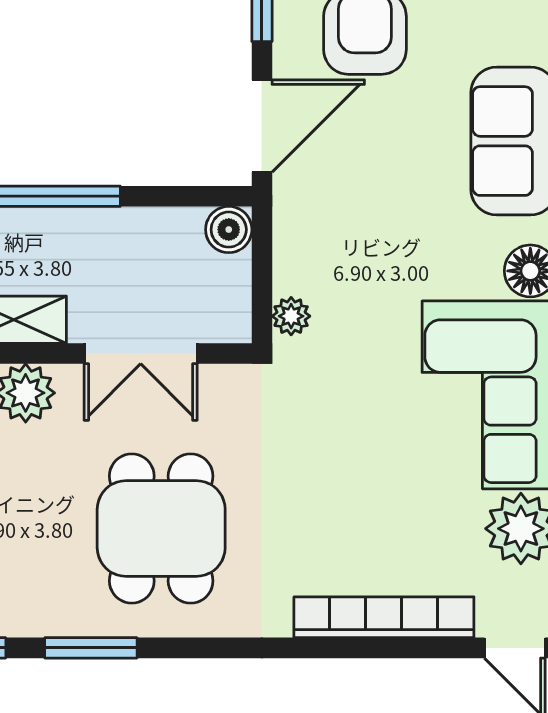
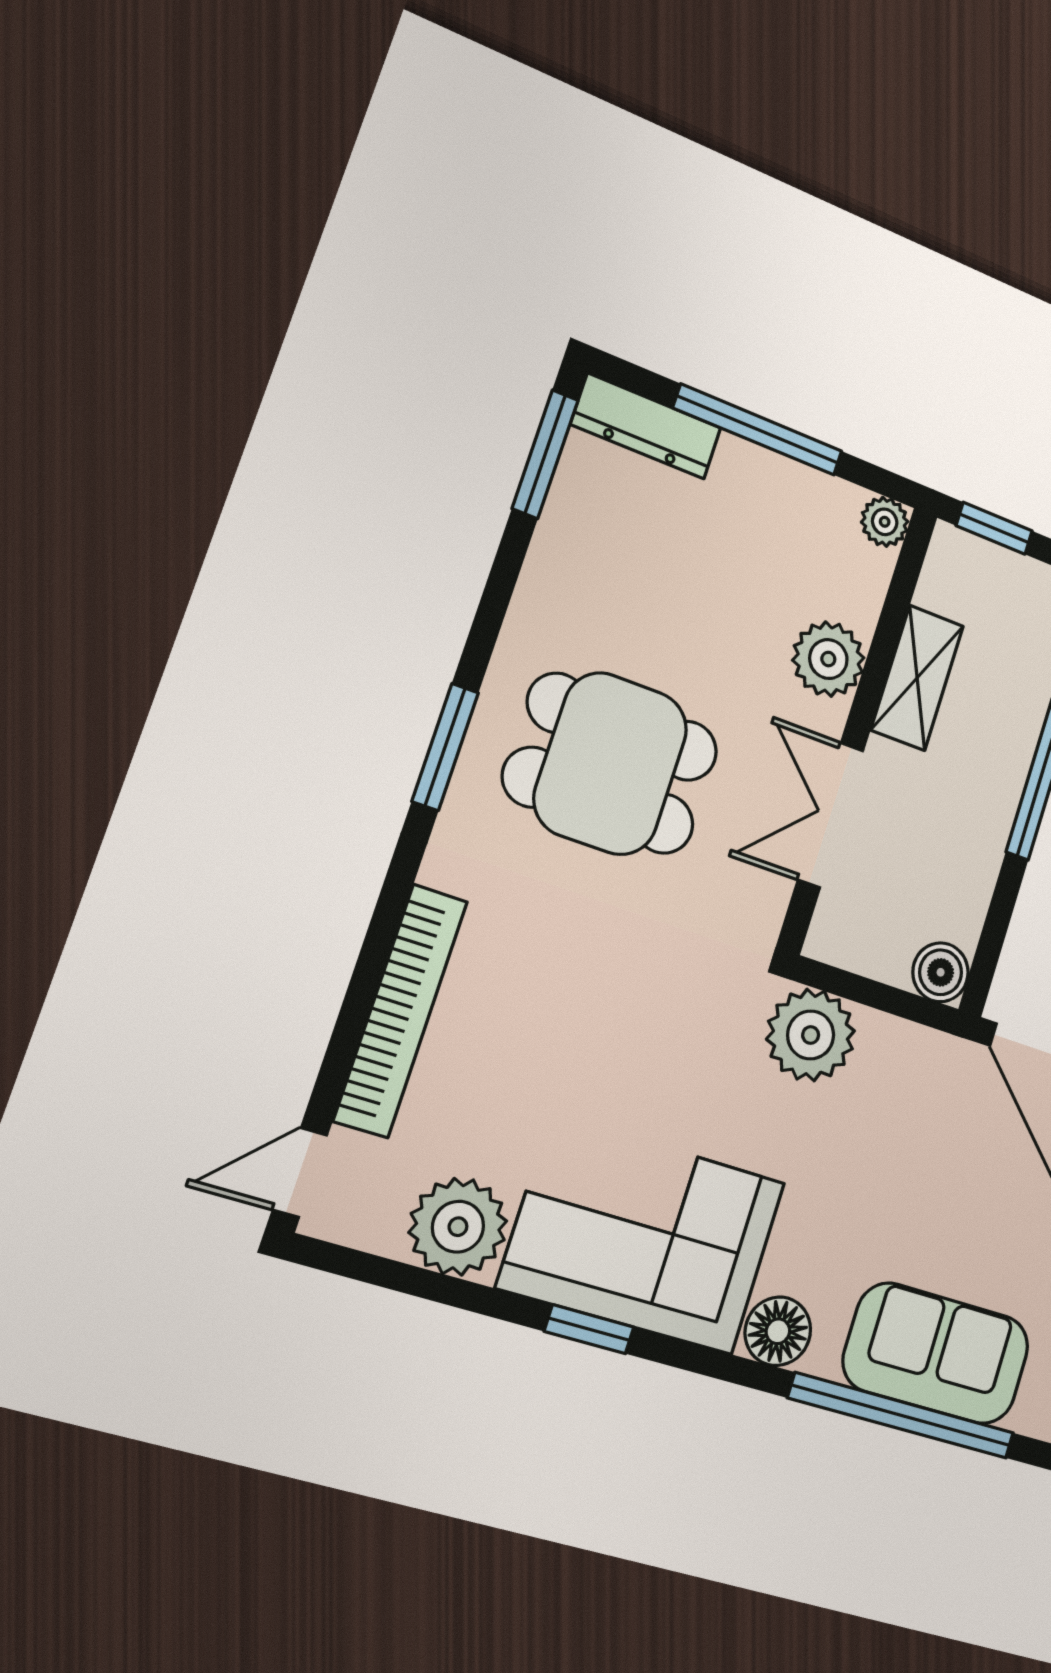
plant: (291, 316) -> (811, 1035), width x1.88, depth x1.88
window: (91, 648) -> (445, 747), moved

